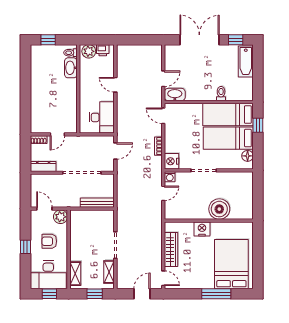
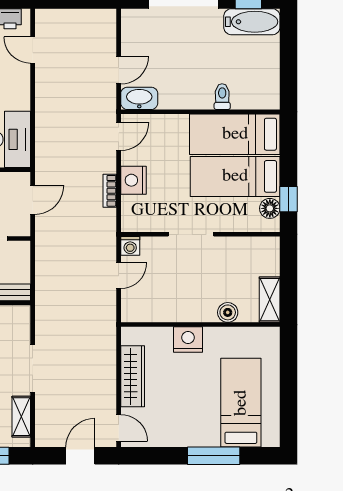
bathtub: (246, 61) -> (252, 22), moved, turned -90
door: (115, 85) -> (33, 50), moved
door: (163, 116) -> (119, 136), swing flipped
window: (258, 125) -> (288, 199), moved
nightstand: (172, 161) -> (133, 180), moved
shelving: (247, 207) -> (270, 300), added
boiler: (219, 209) -> (228, 312), width x0.54, depth x0.54
bed: (231, 264) -> (241, 403), width x0.67

